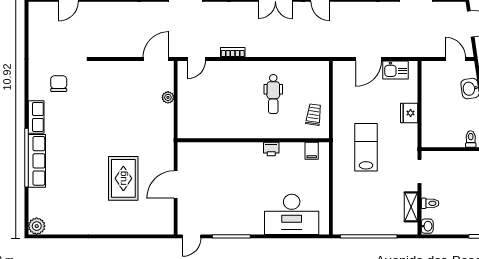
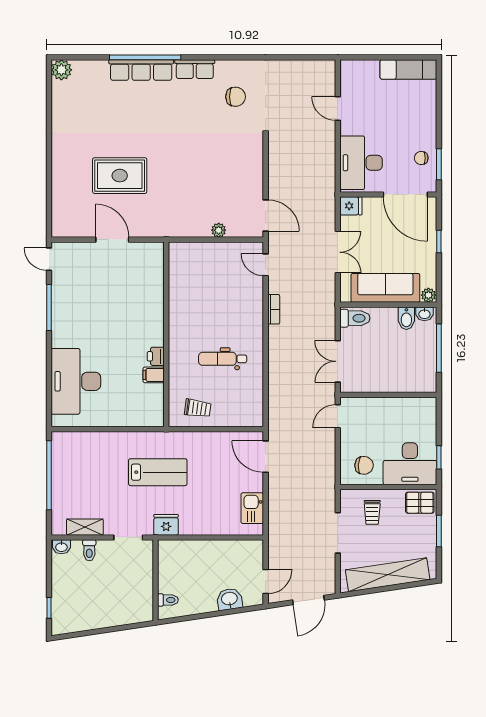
door: (369, 59) -> (266, 457), moved
fridge: (409, 113) -> (166, 525), moved
filing cabinet: (312, 151) -> (154, 375), moved

